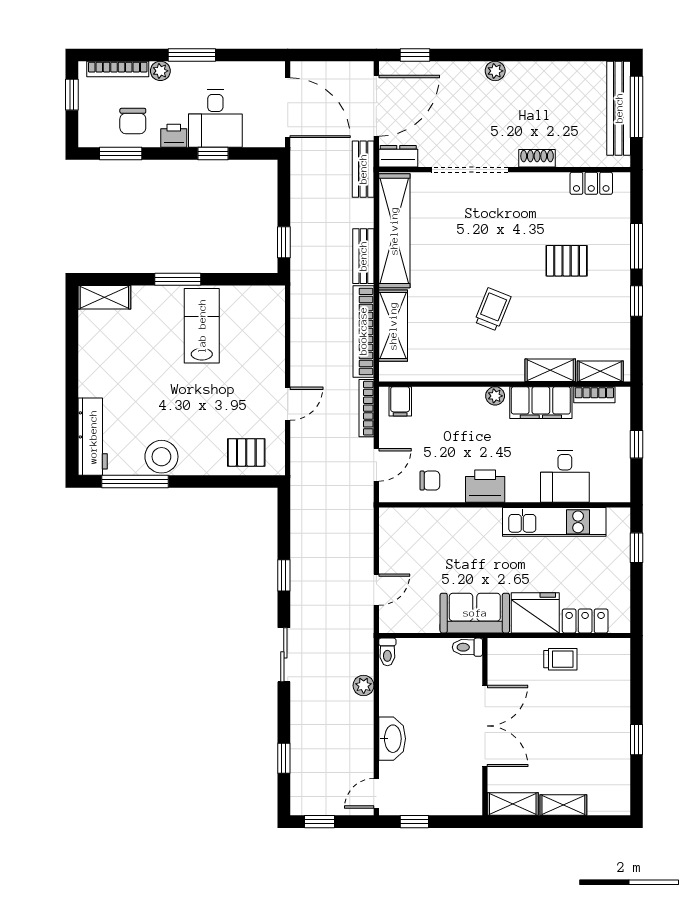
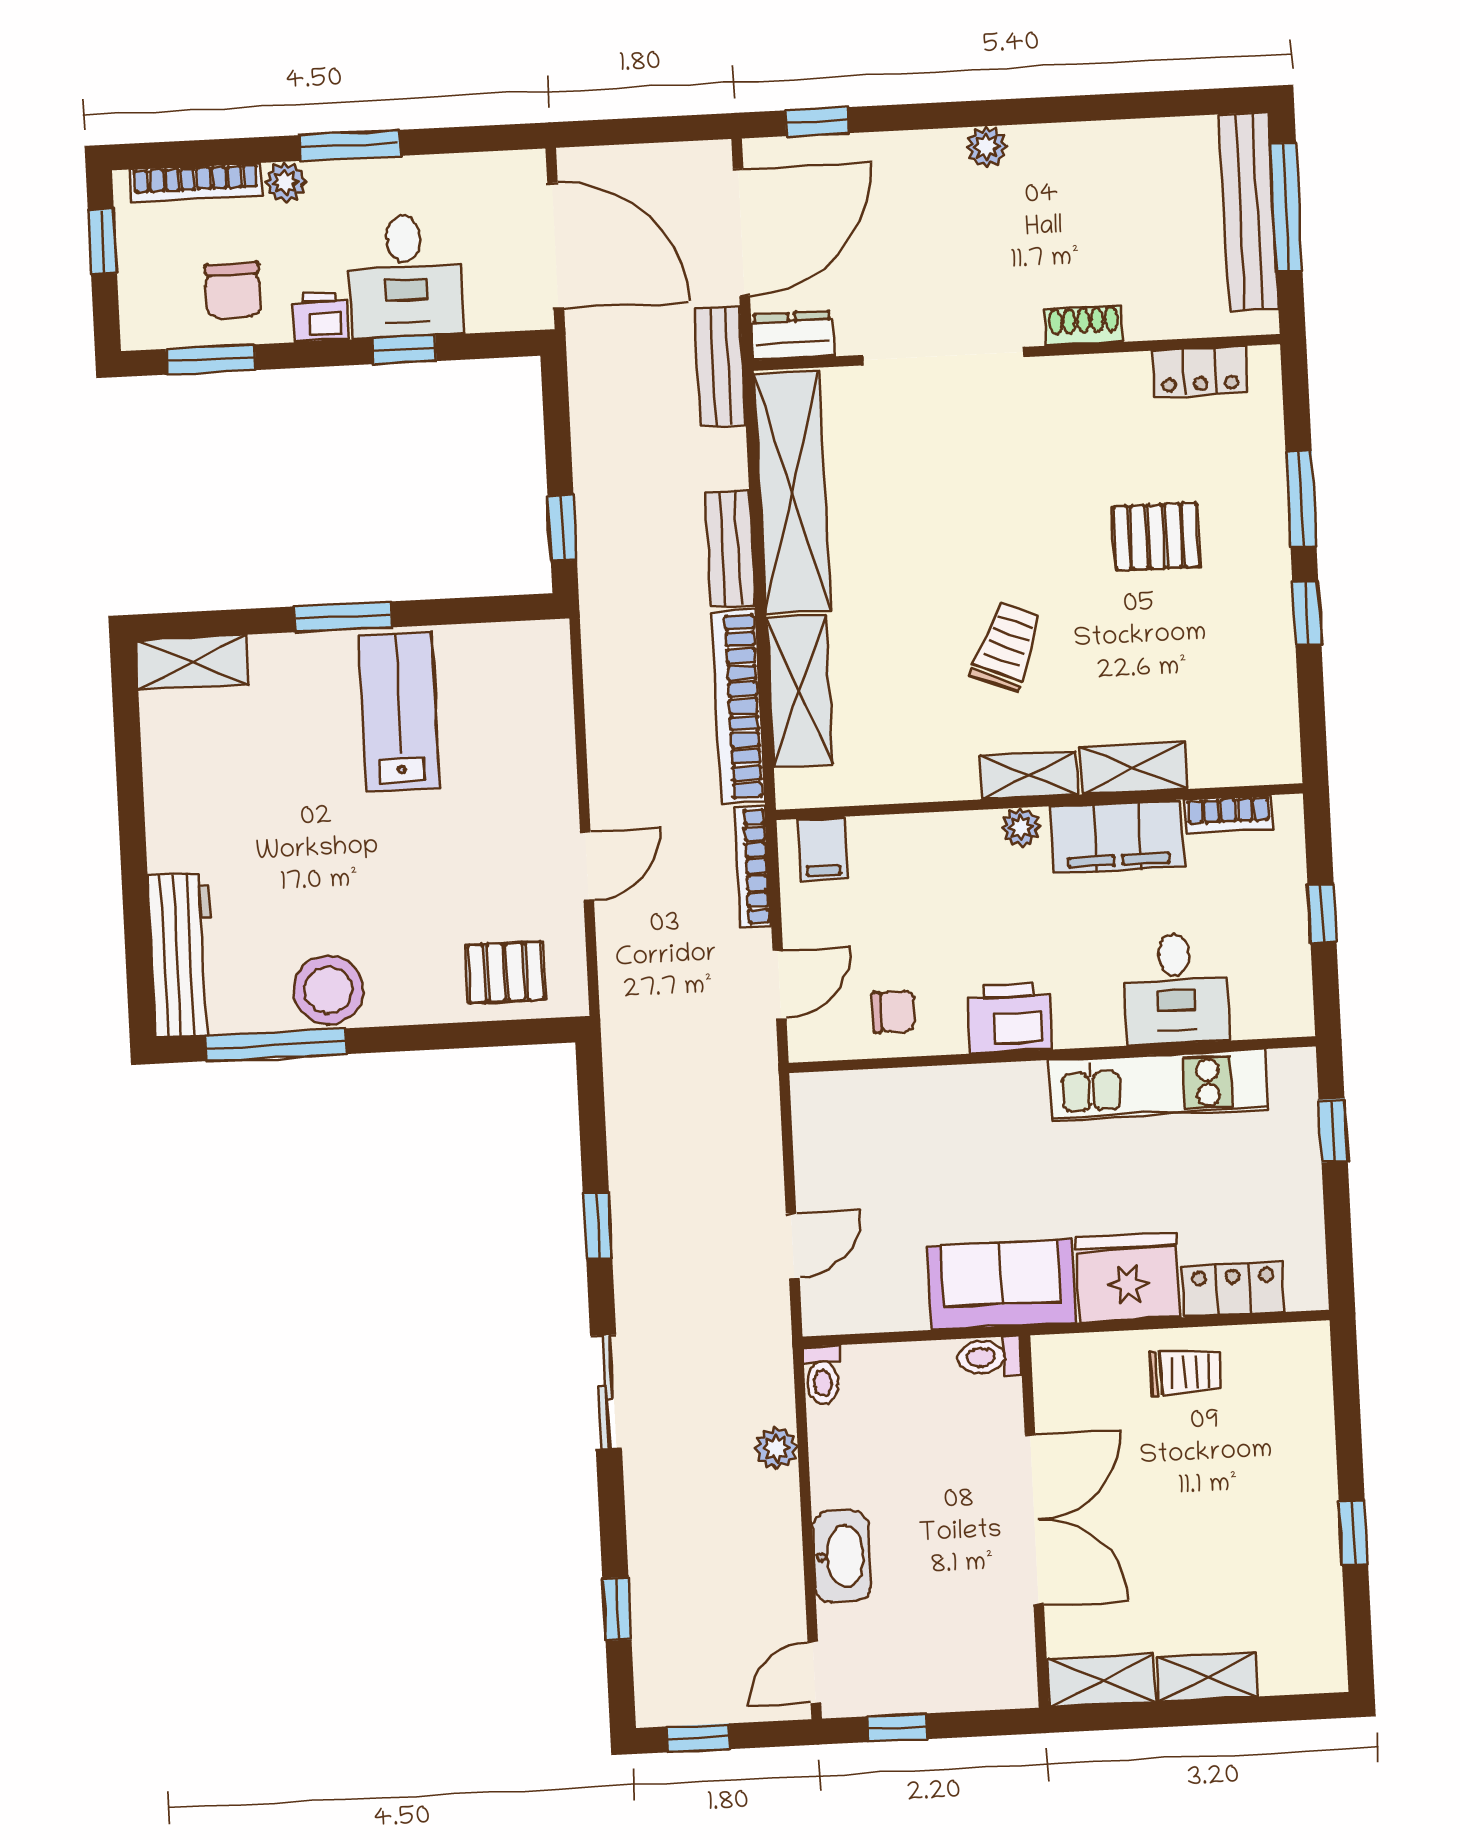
shelving: (600, 371) -> (1029, 775), moved

